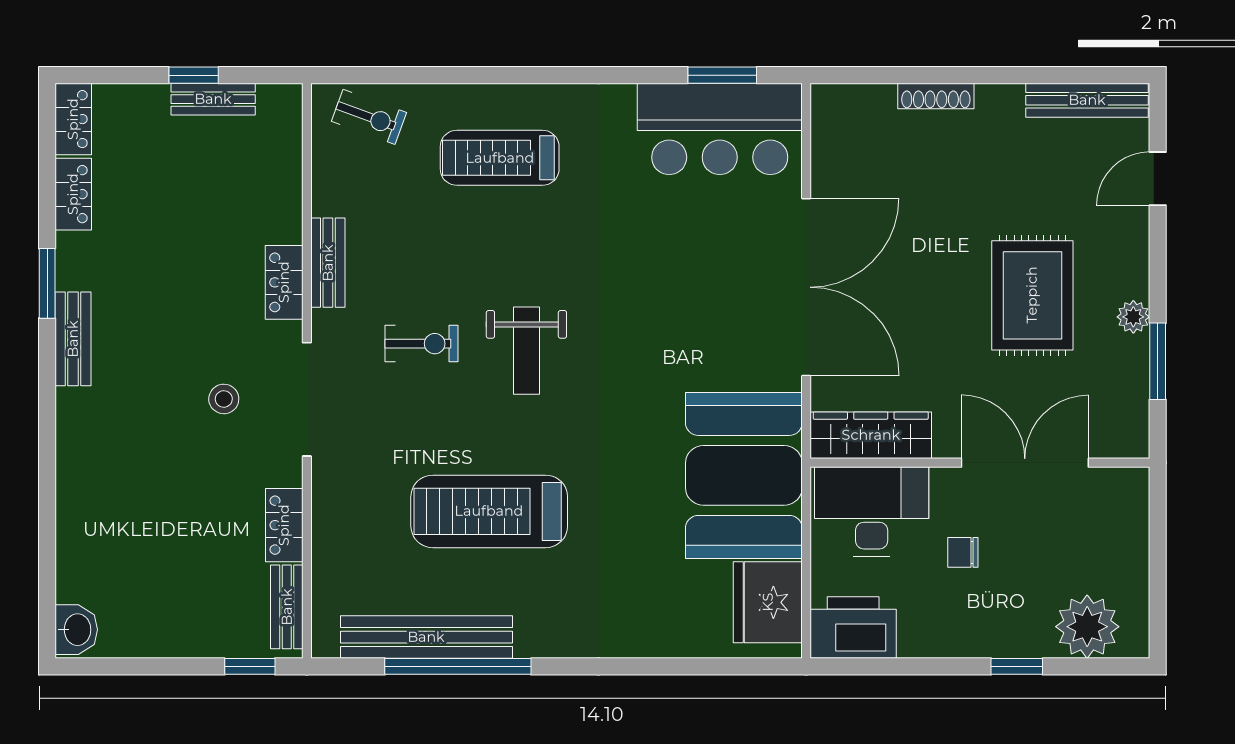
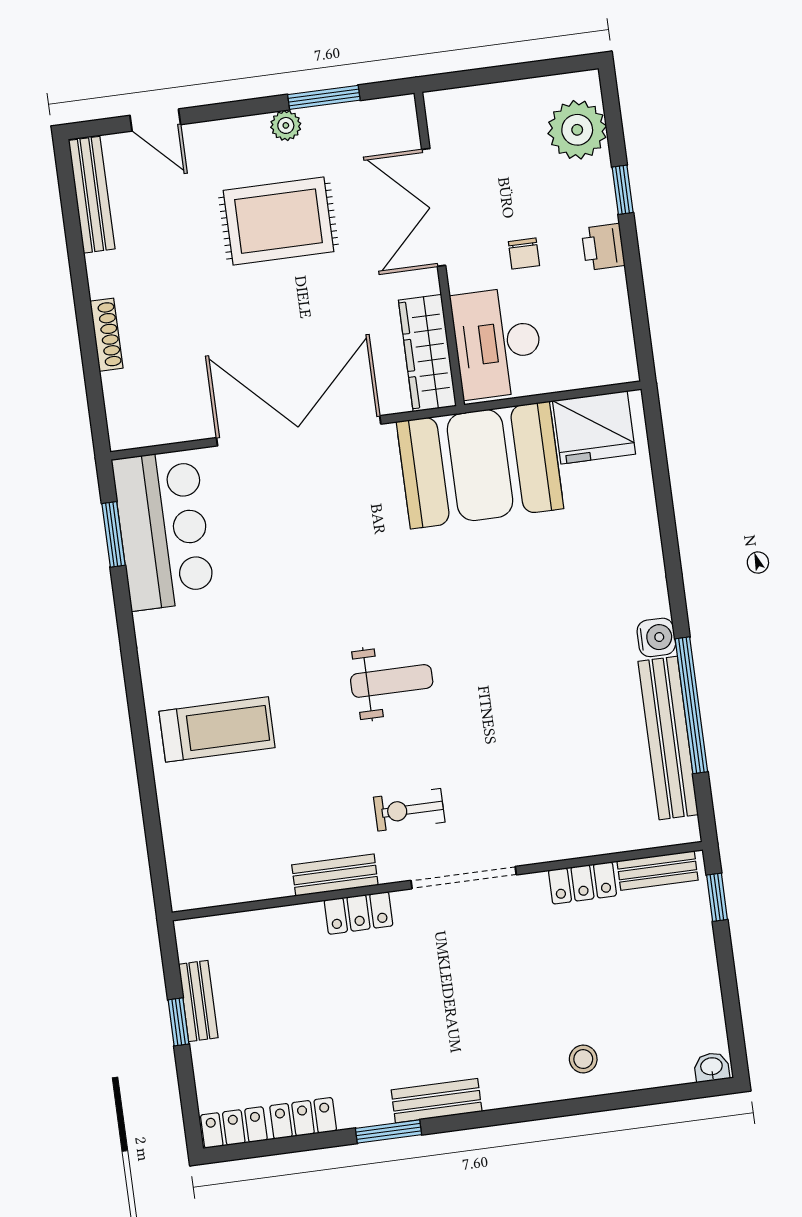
exercise bike: (369, 117) -> (195, 855), removed
treadmill: (500, 158) -> (217, 729), turned -90
exercise bike: (422, 344) -> (409, 810), moved, turned -90
stool: (224, 399) -> (583, 1059), moved
treadmill: (489, 511) -> (545, 696), removed
printer: (853, 628) -> (603, 247), moved, width x0.53, depth x0.68
washbasin: (76, 630) -> (712, 1067), width x0.72, depth x0.69
water cooler: (535, 639) -> (656, 637), added

